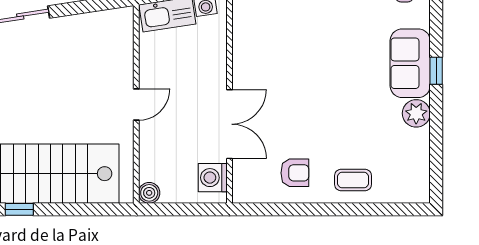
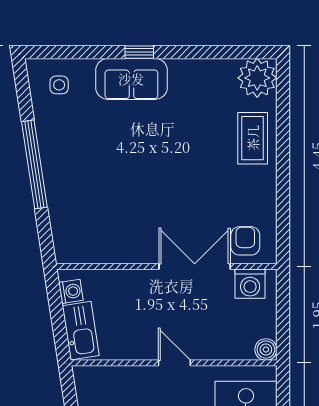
plant: (416, 113) -> (257, 78), moved, width x1.36, depth x1.36
armchair: (295, 173) -> (245, 241), moved
coffee table: (353, 180) -> (253, 138), width x1.36, depth x1.30

